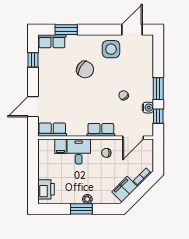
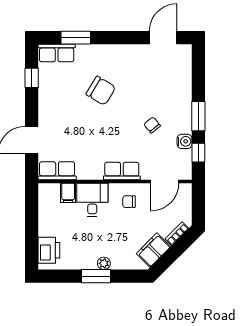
side table: (111, 49) -> (135, 64), removed

